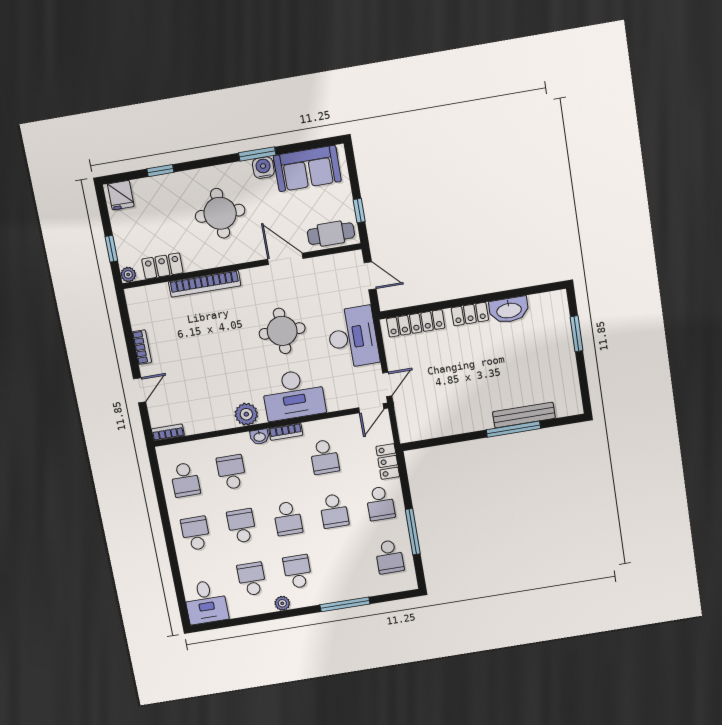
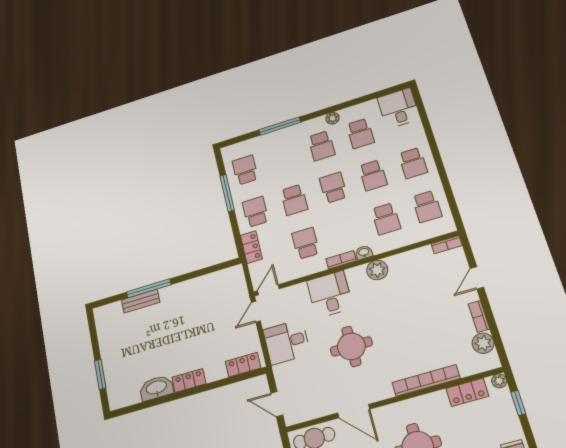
plant: (141, 317) -> (483, 343), added
locker: (416, 323) -> (243, 365), width x0.66
desk: (353, 337) -> (287, 342), width x0.73
desk: (293, 395) -> (330, 294), width x0.73
bench: (524, 415) -> (141, 301), width x0.73
school desk: (185, 480) -> (427, 206), turned 180
school desk: (334, 511) -> (294, 200), turned 180

